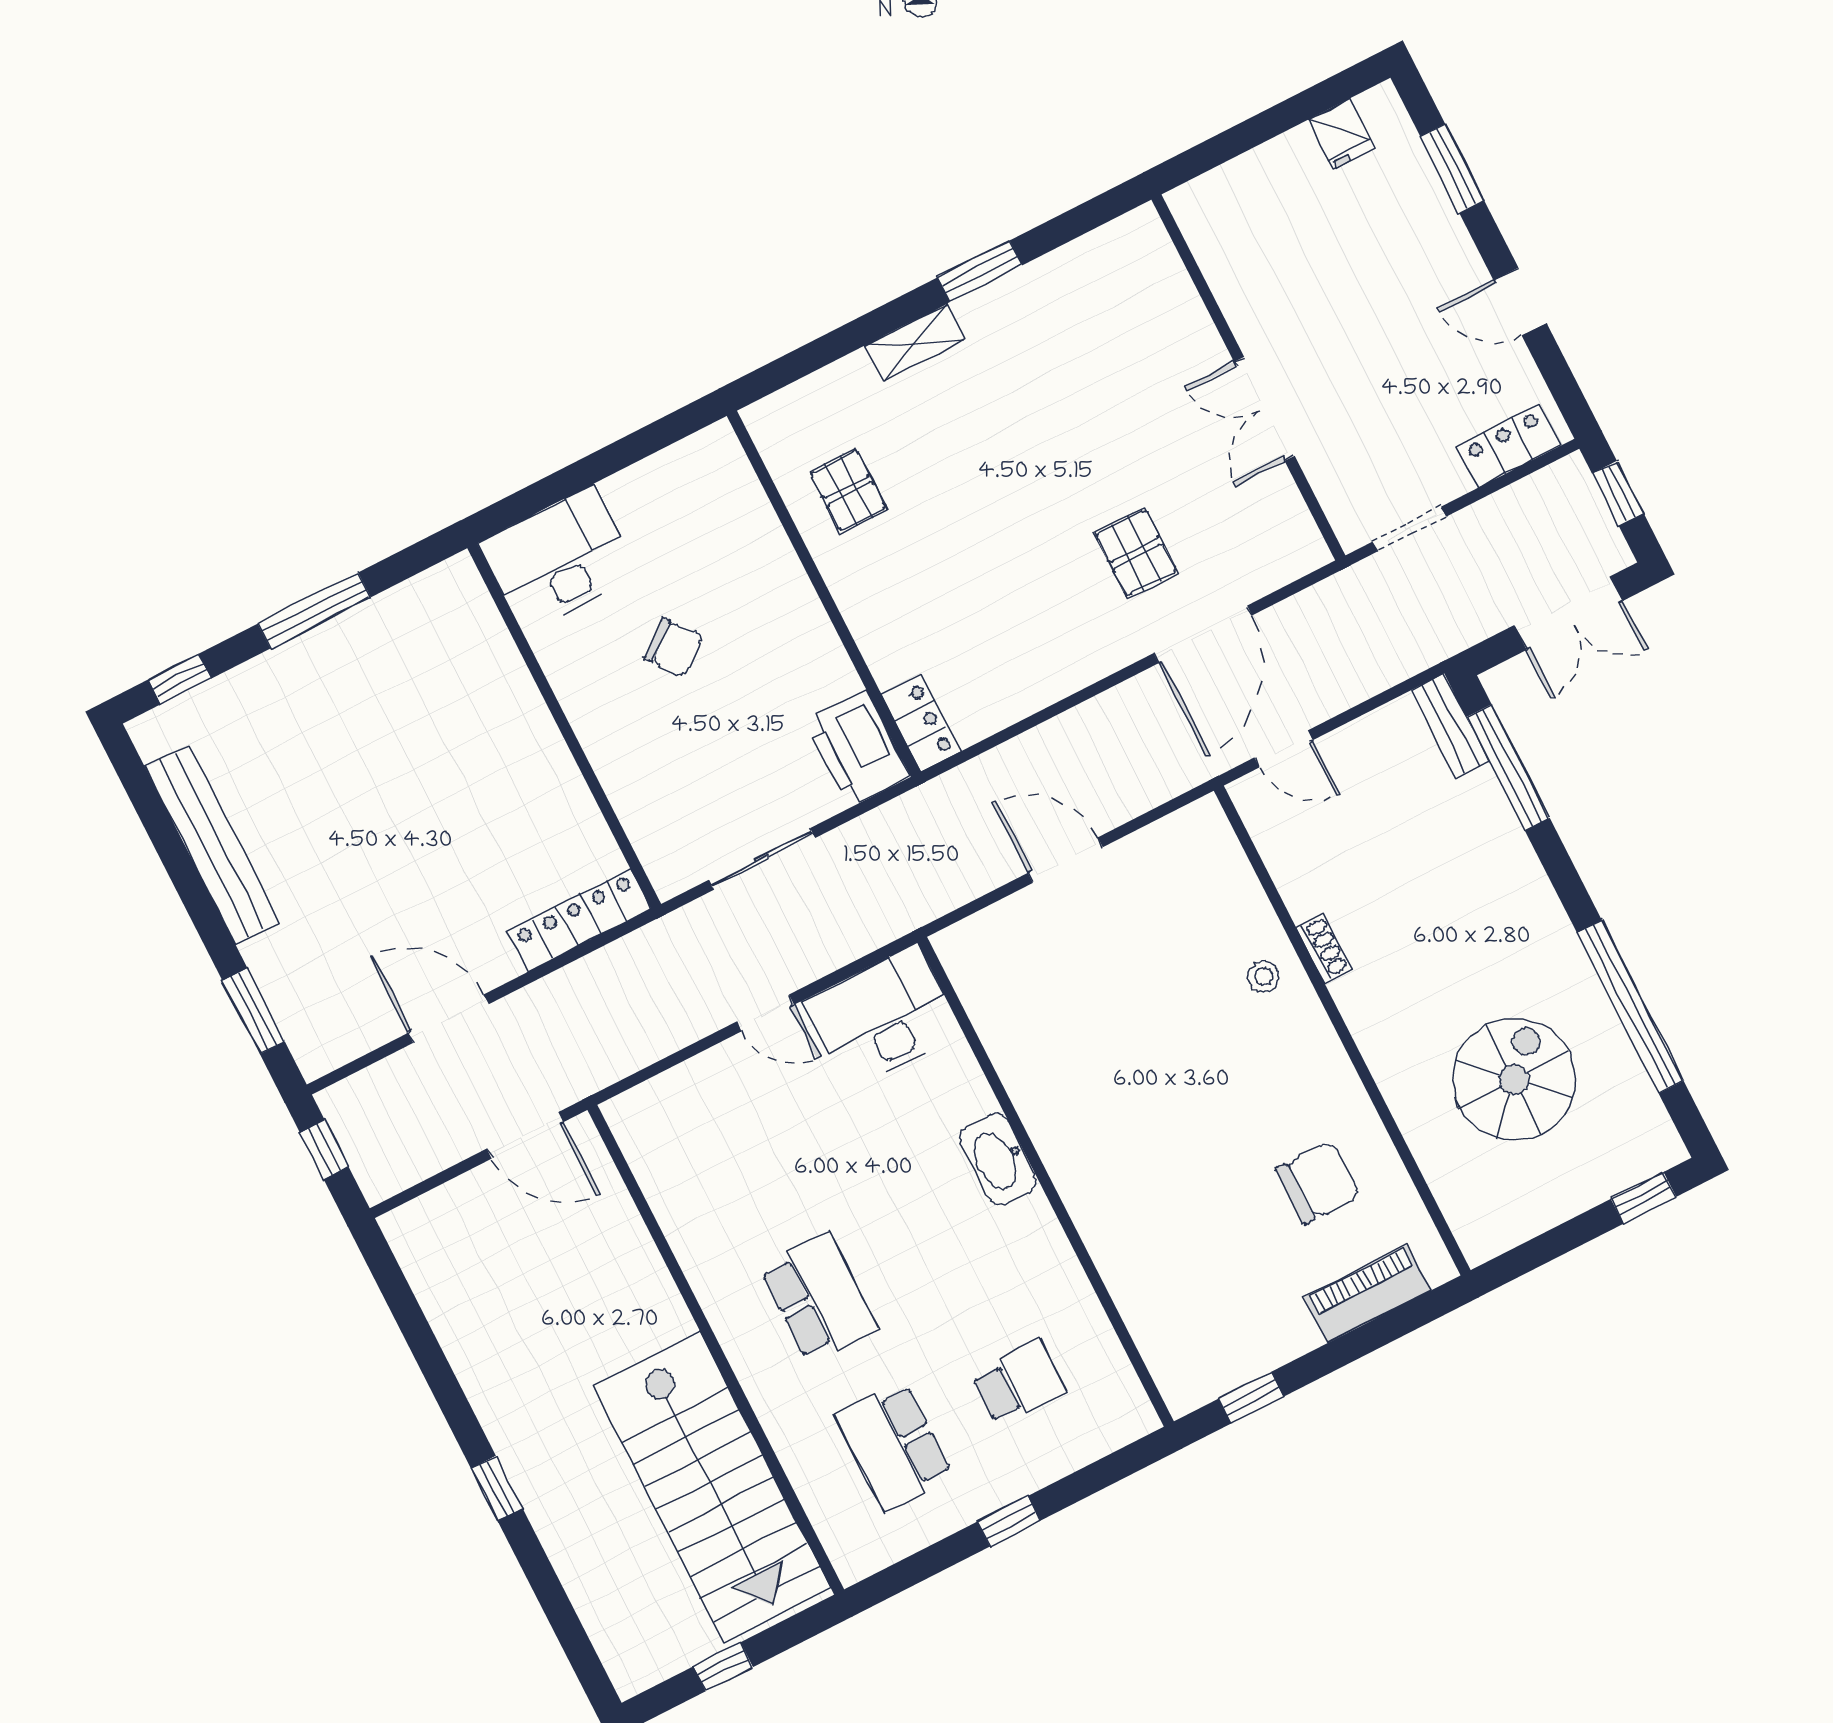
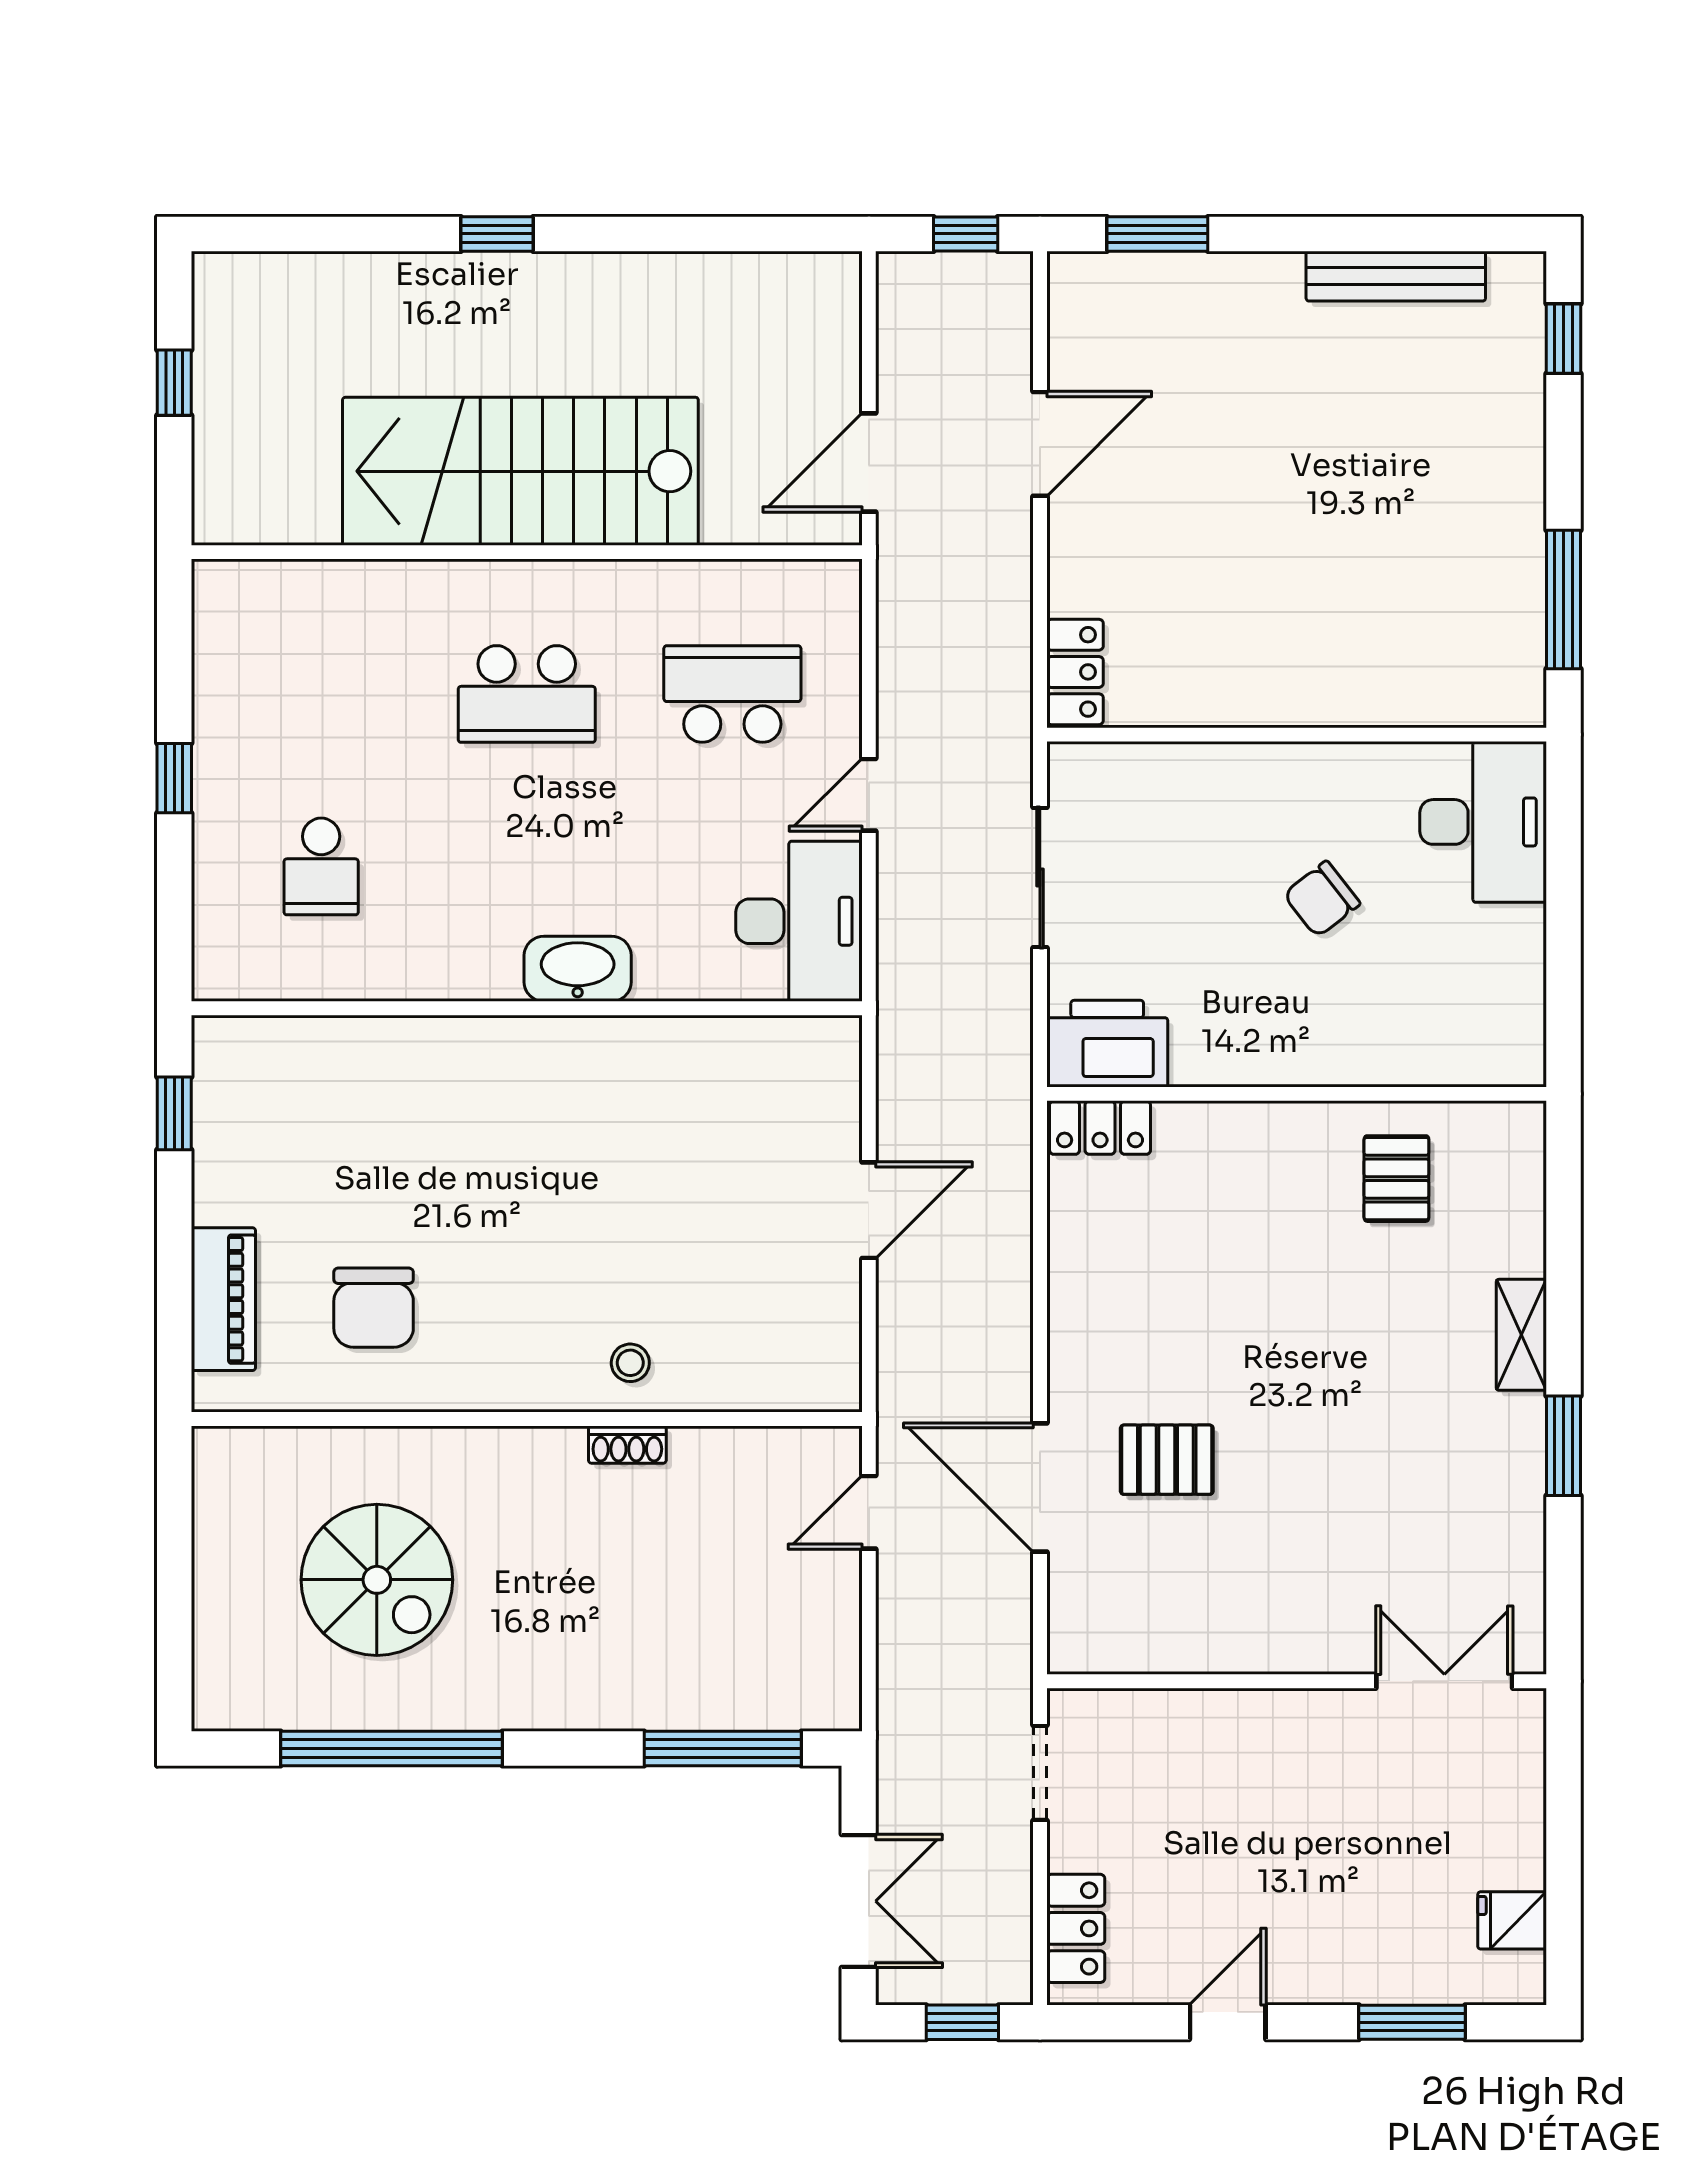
double door: (1264, 409) -> (1444, 1681), moved
pallet: (848, 490) -> (1396, 1179), turned 90
window: (314, 610) -> (1563, 599), moved
double door: (1568, 613) -> (859, 1901), swing flipped
bench: (1450, 726) -> (801, 1708), removed
bench: (212, 845) -> (1396, 276), width x0.73, depth x0.82
locker: (579, 920) -> (1075, 672), width x0.66
window: (1644, 1198) -> (174, 1656), removed
school desk: (894, 1446) -> (732, 694), moved
stairs: (712, 1487) -> (520, 471), moved

